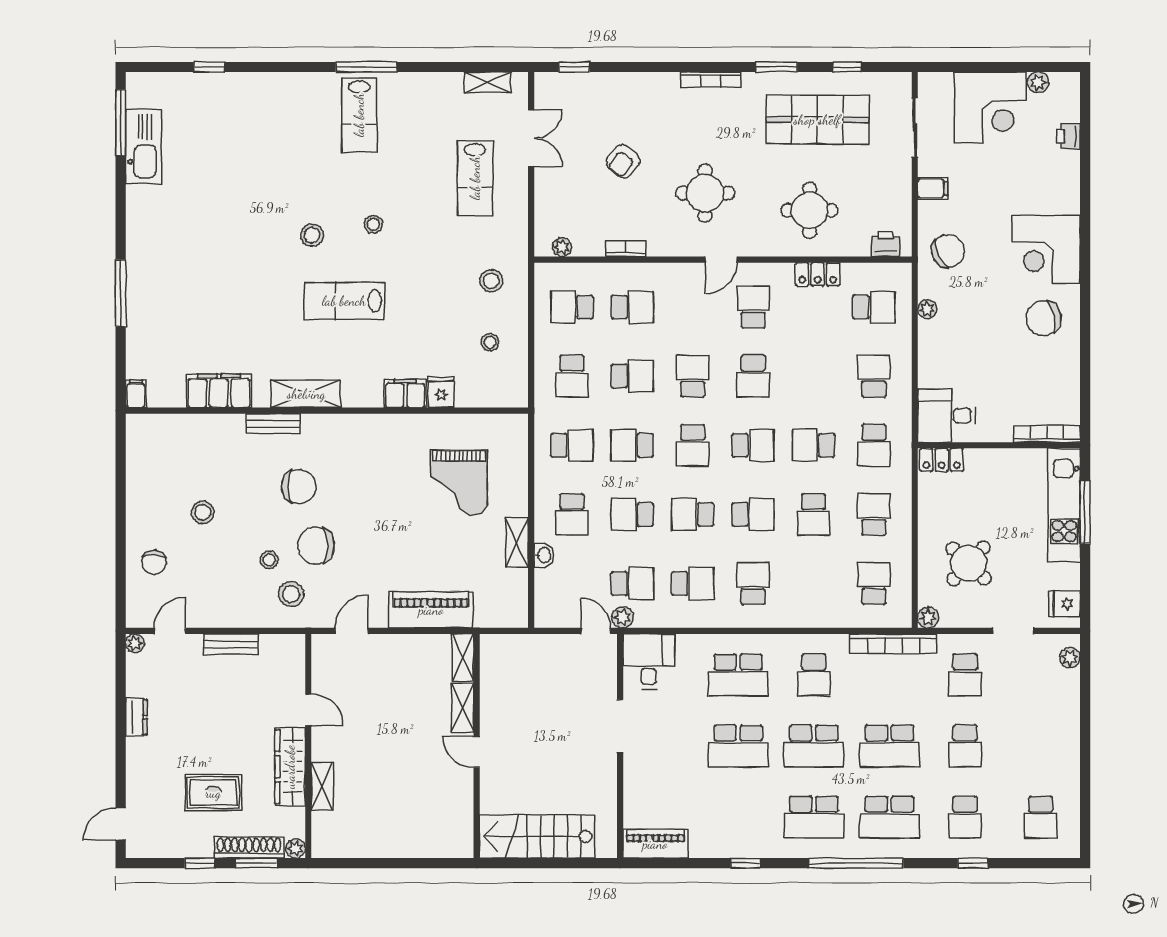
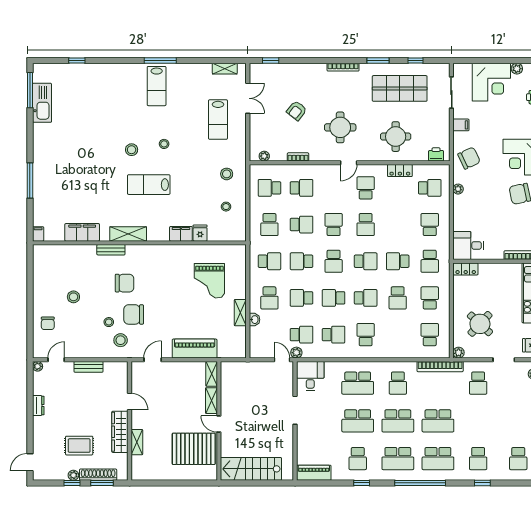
school desk: (965, 746) -> (358, 459), moved
pallet: (429, 799) -> (194, 449), added
plant: (296, 848) -> (73, 475), moved

